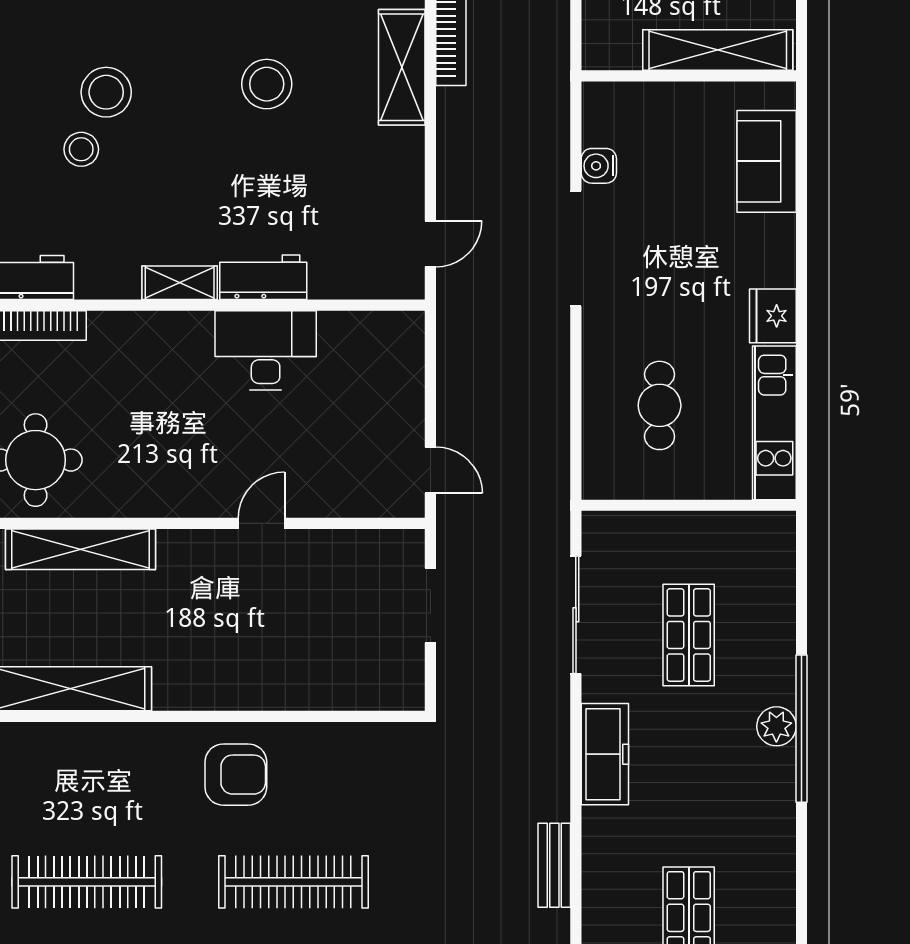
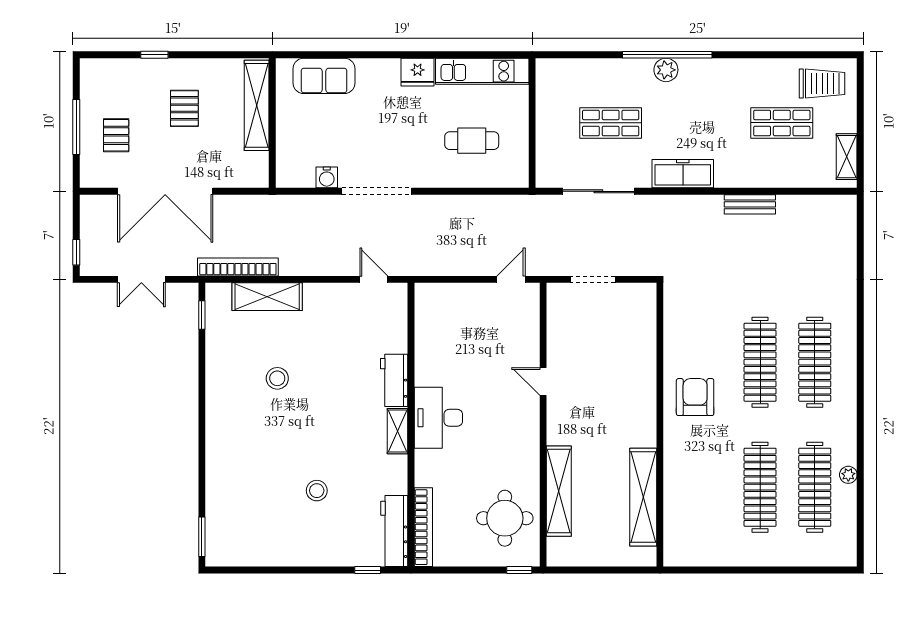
stool: (267, 84) -> (277, 378), width x0.73, depth x0.73
stool: (106, 92) -> (282, 475), removed
desk: (266, 350) -> (438, 418), moved

